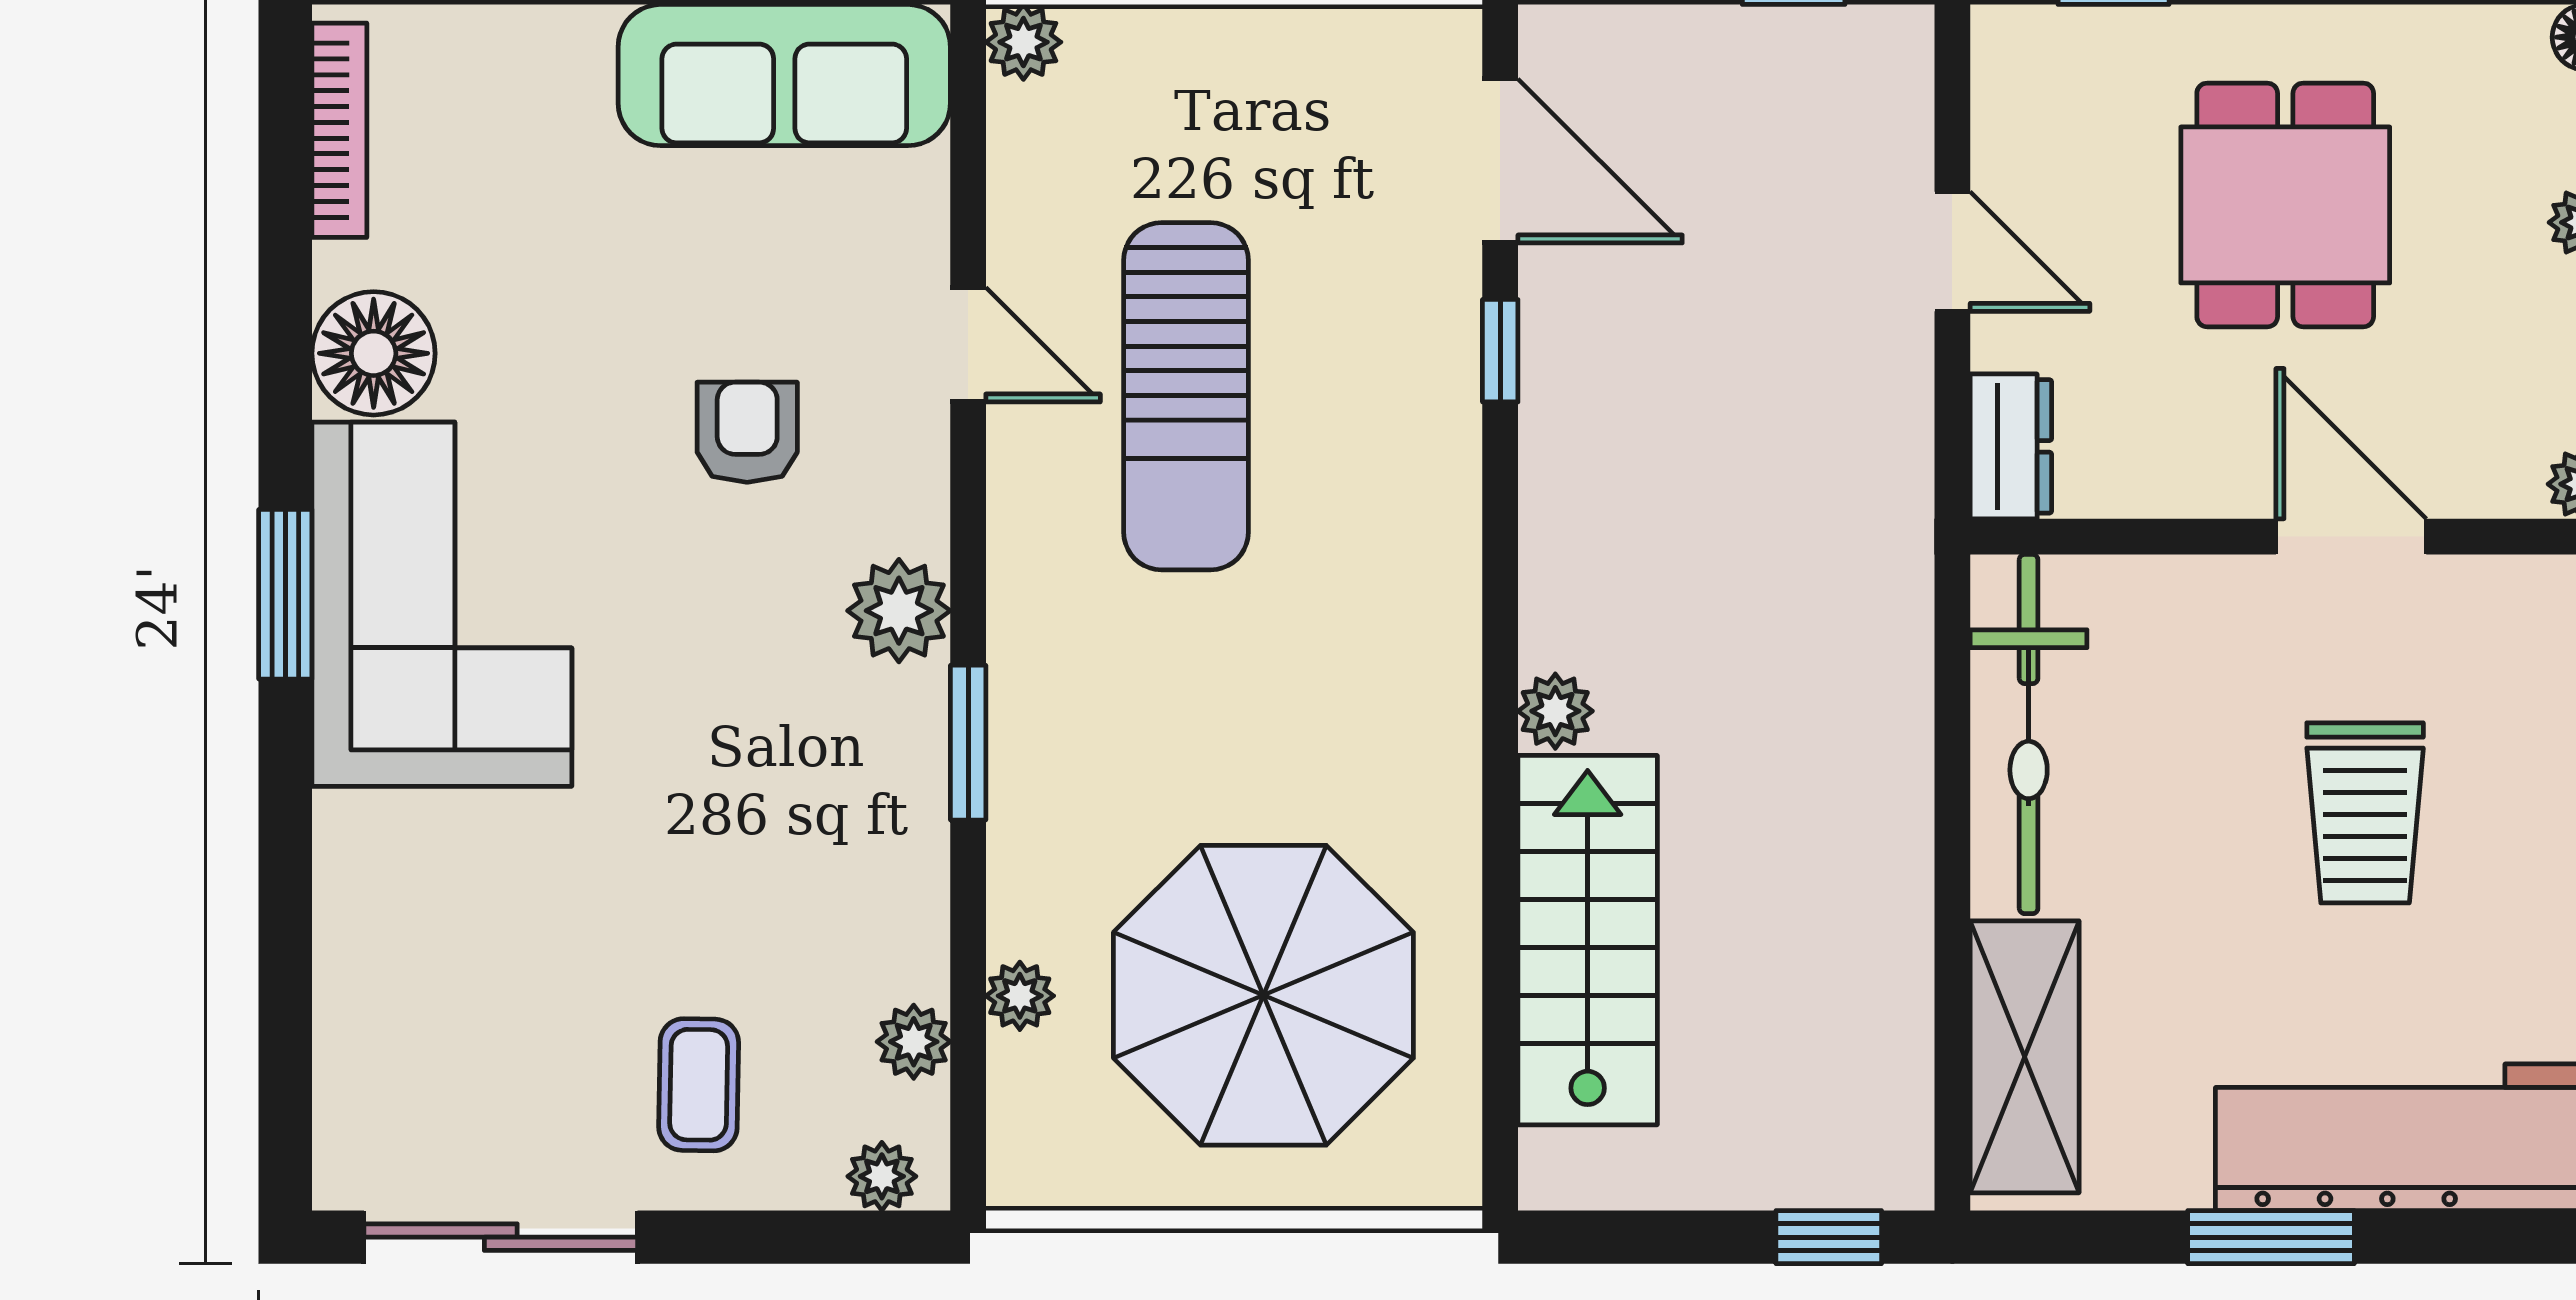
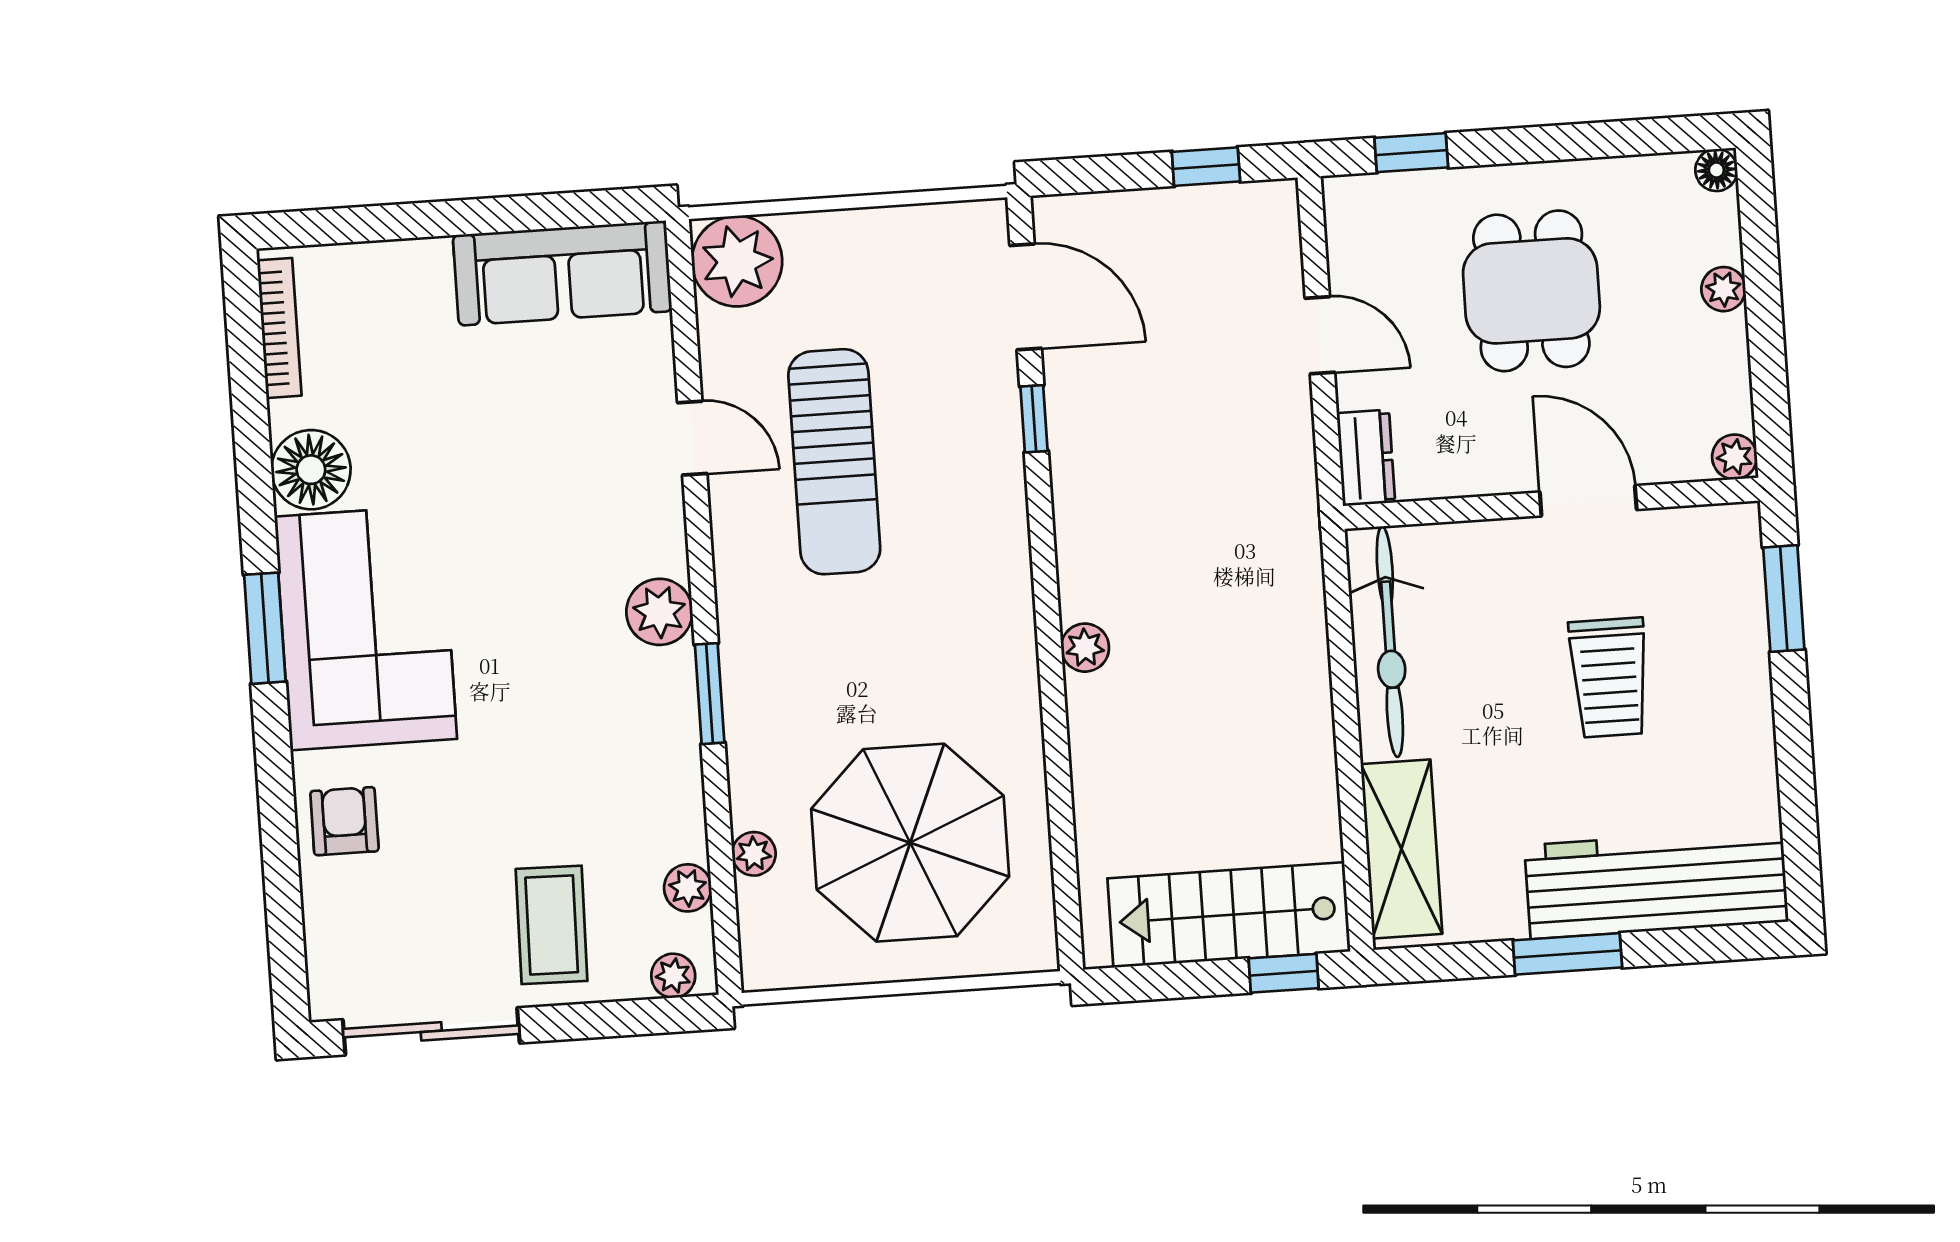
plant: (1023, 42) -> (737, 261), width x1.88, depth x1.88
armchair: (747, 432) -> (344, 821), moved
stairs: (1588, 940) -> (1229, 915), moved, turned -90
coffee table: (699, 1085) -> (552, 925), width x1.36, depth x1.30

